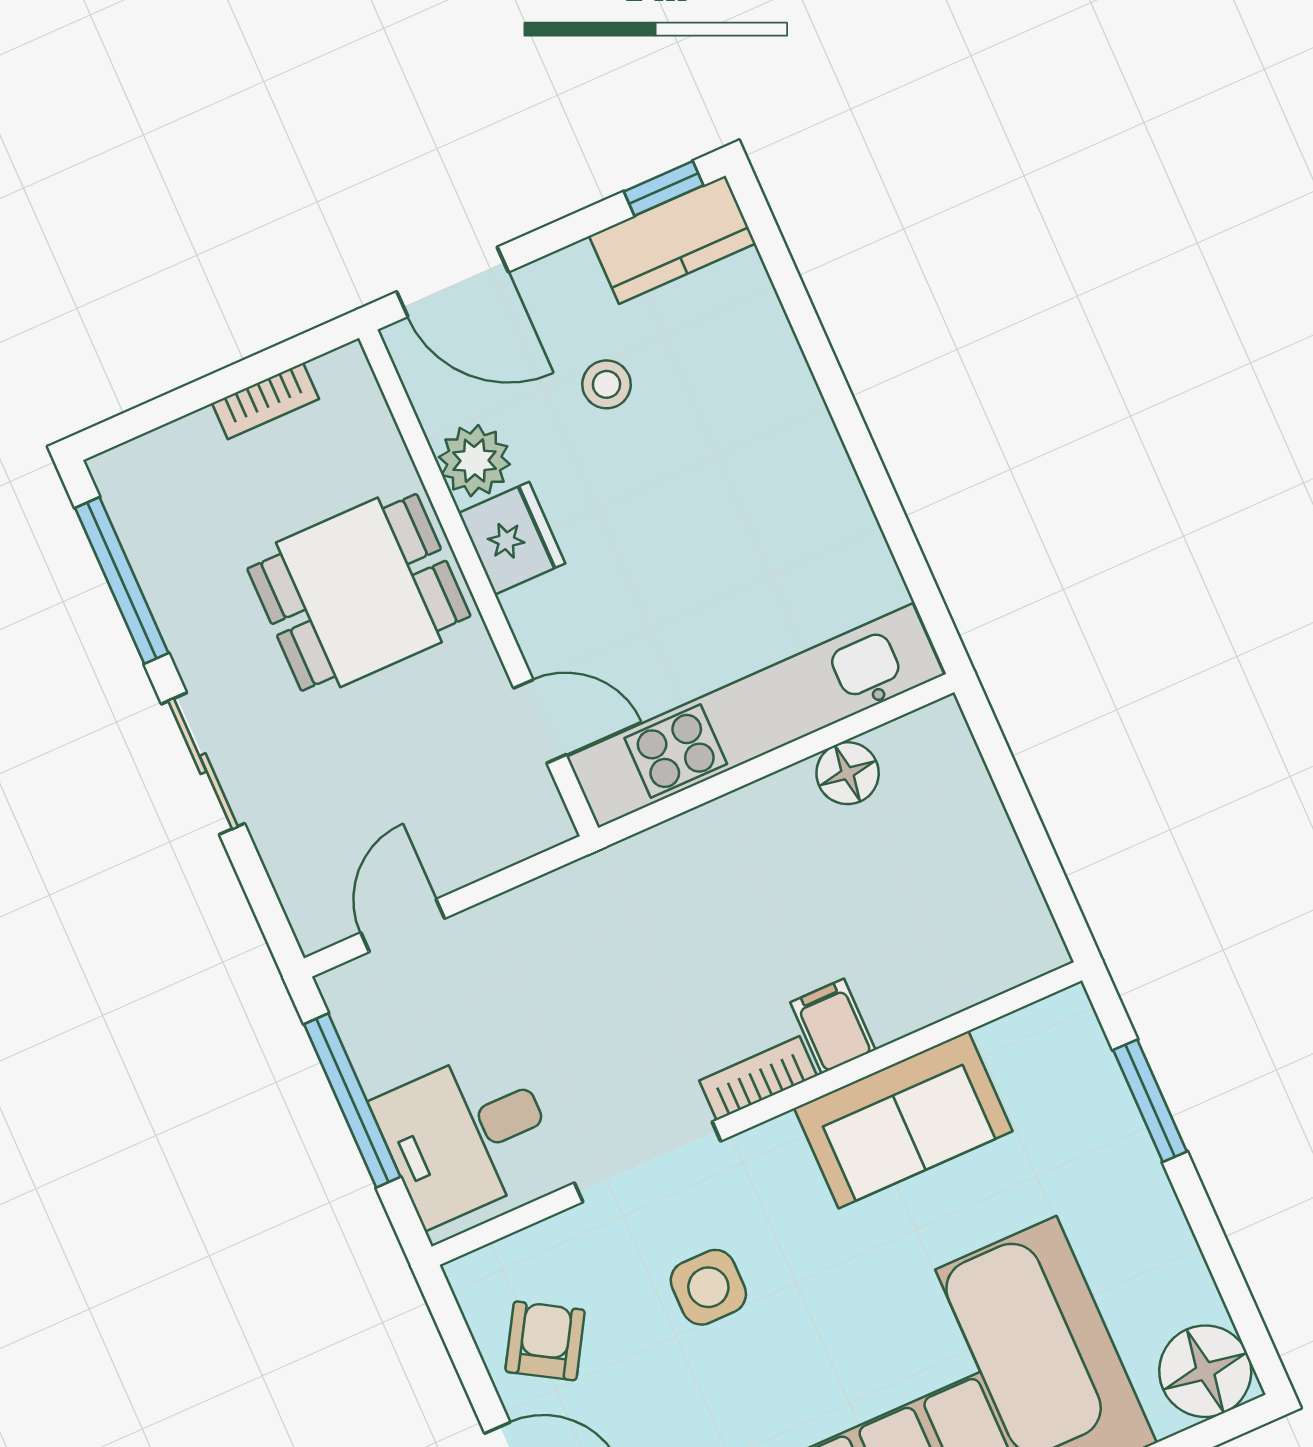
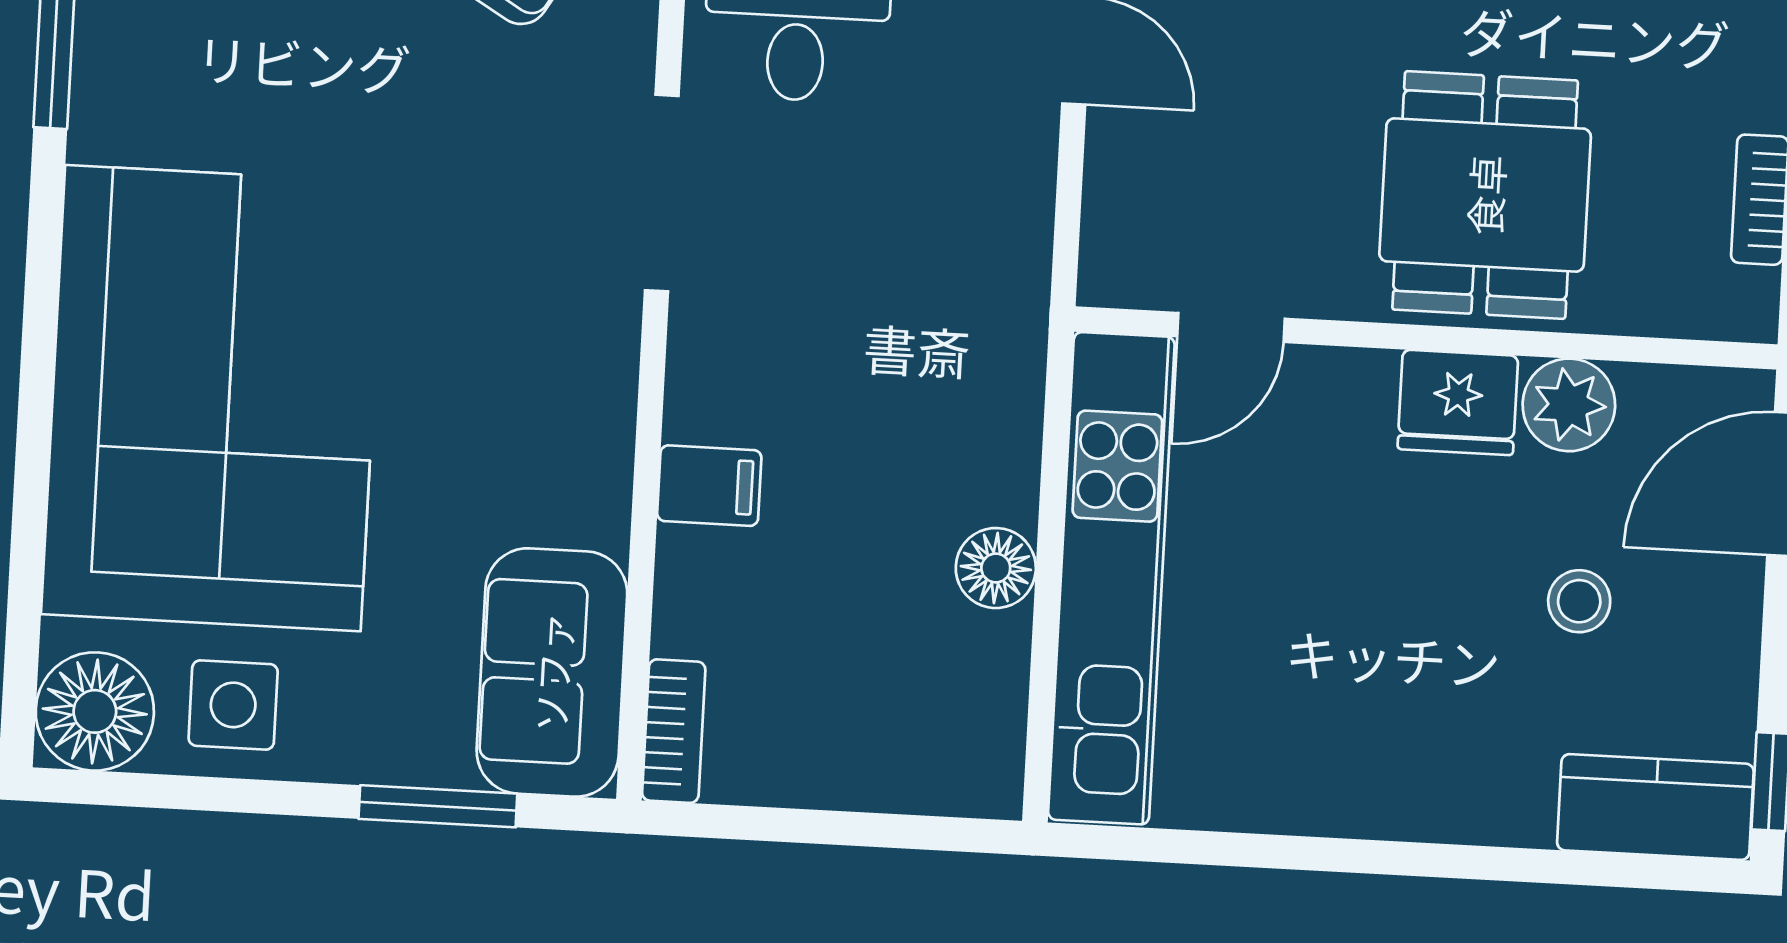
kitchen counter: (672, 240) -> (1655, 807), moved, turned 90
floor lamp: (848, 773) -> (996, 568), moved
bookcase: (758, 1078) -> (674, 731), moved
sofa: (903, 1120) -> (552, 672), moved
side table: (708, 1287) -> (233, 705), moved

